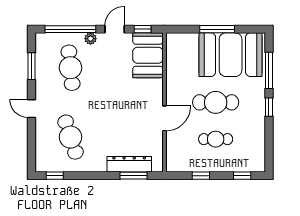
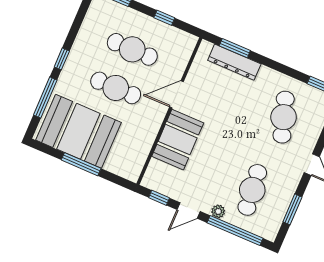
booth: (148, 55) -> (178, 140), moved
cafe table: (216, 139) -> (132, 49), width x1.37, depth x1.35

